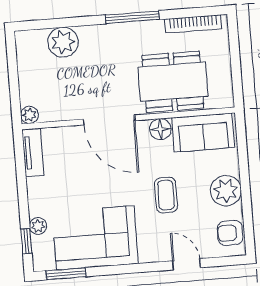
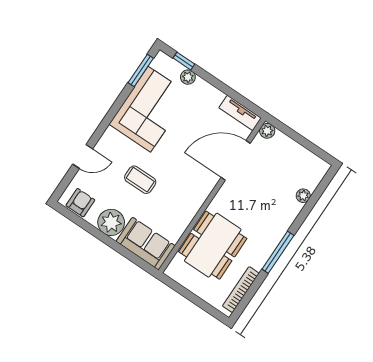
plant: (63, 42) -> (303, 196), width x0.53, depth x0.53
door: (109, 120) -> (236, 160), moved
floor lamp: (160, 129) -> (188, 211), removed
sofa: (203, 133) -> (146, 244), moved, turned 90

